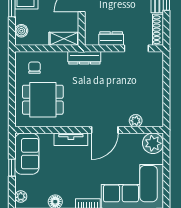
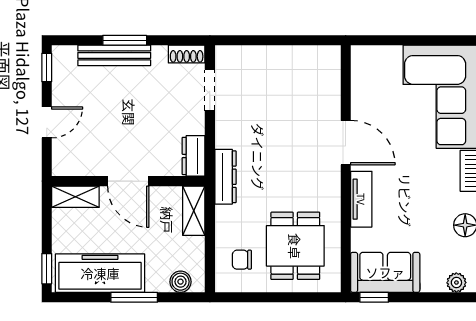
shoe rack: (158, 30) -> (187, 54), width x0.70
dresser: (111, 39) -> (193, 156), moved
plant: (136, 121) -> (330, 91), removed
plant: (153, 143) -> (368, 62), removed
window: (12, 168) -> (374, 297), moved

